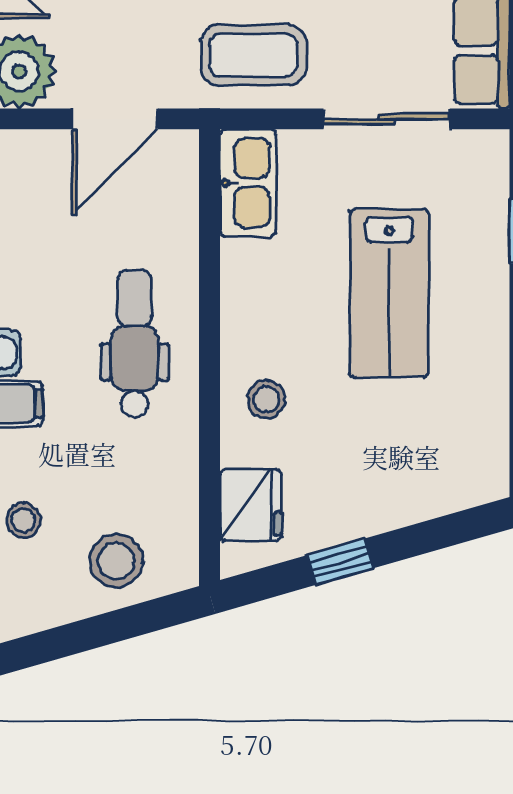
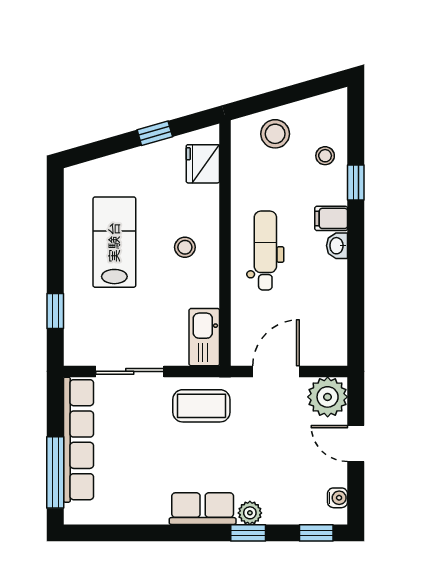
lab bench: (389, 293) -> (114, 242), moved
dental chair: (135, 344) -> (265, 251), turned 180
stool: (266, 399) -> (185, 247), moved

